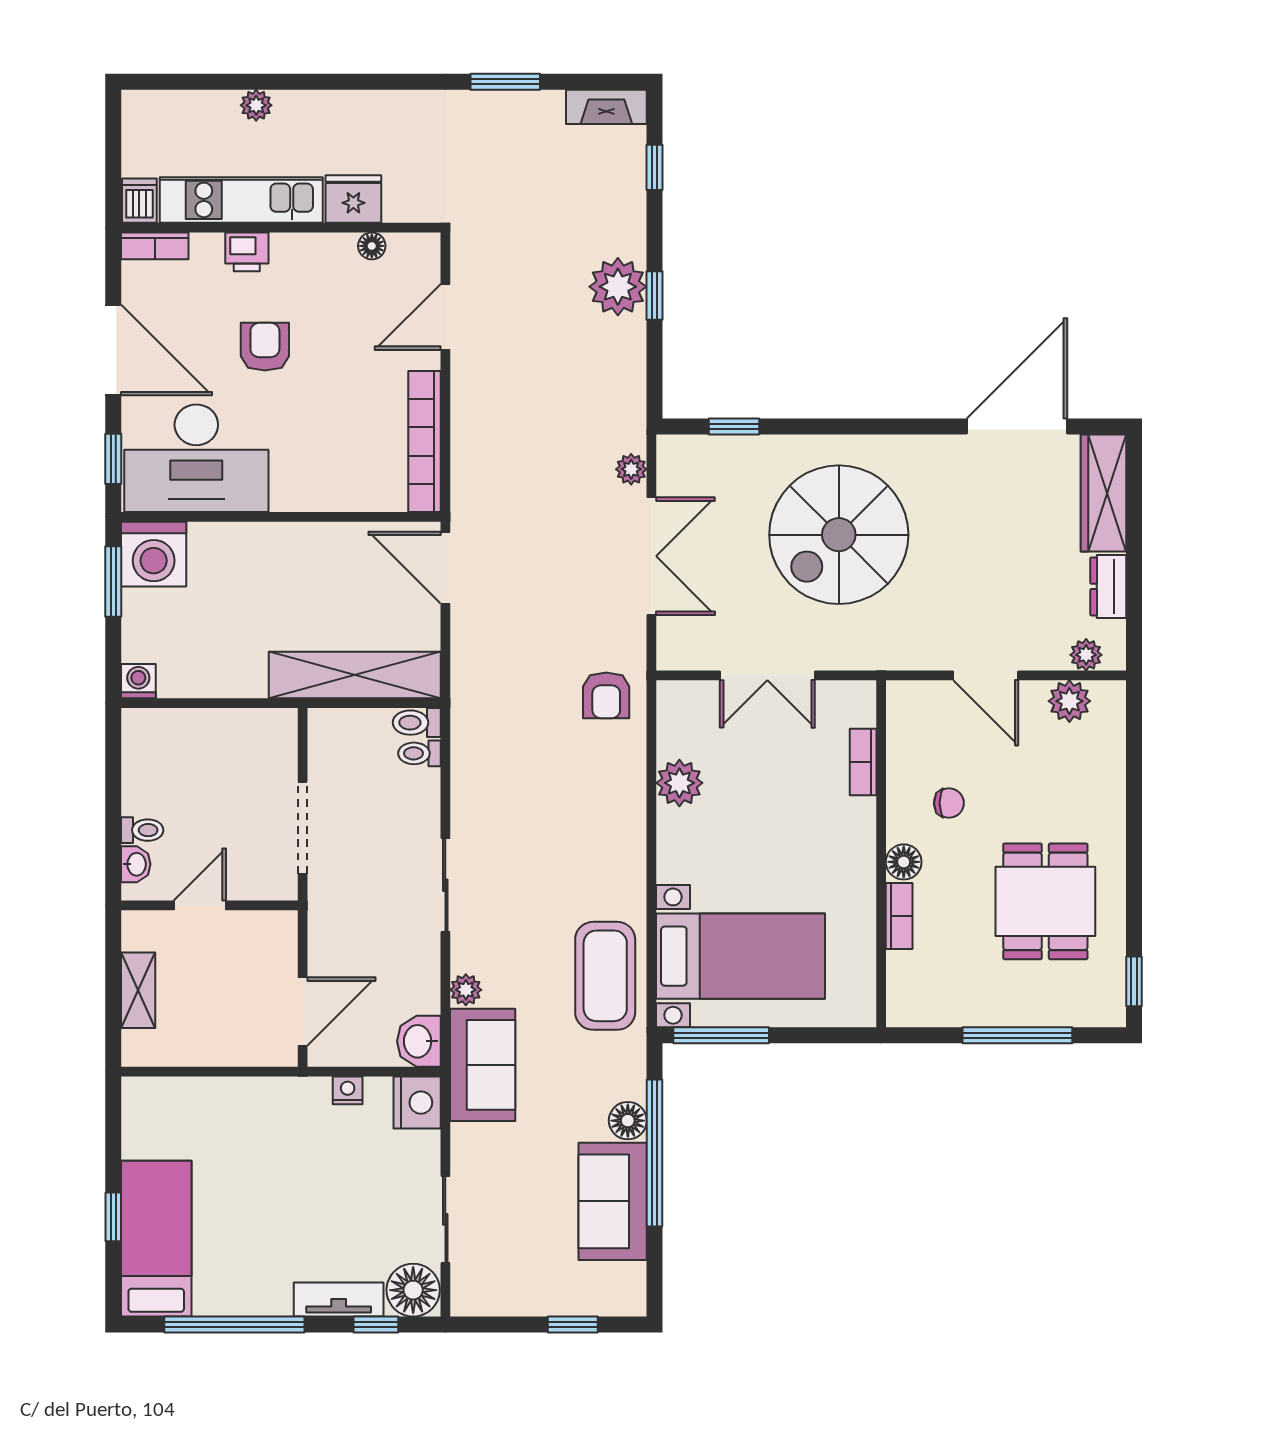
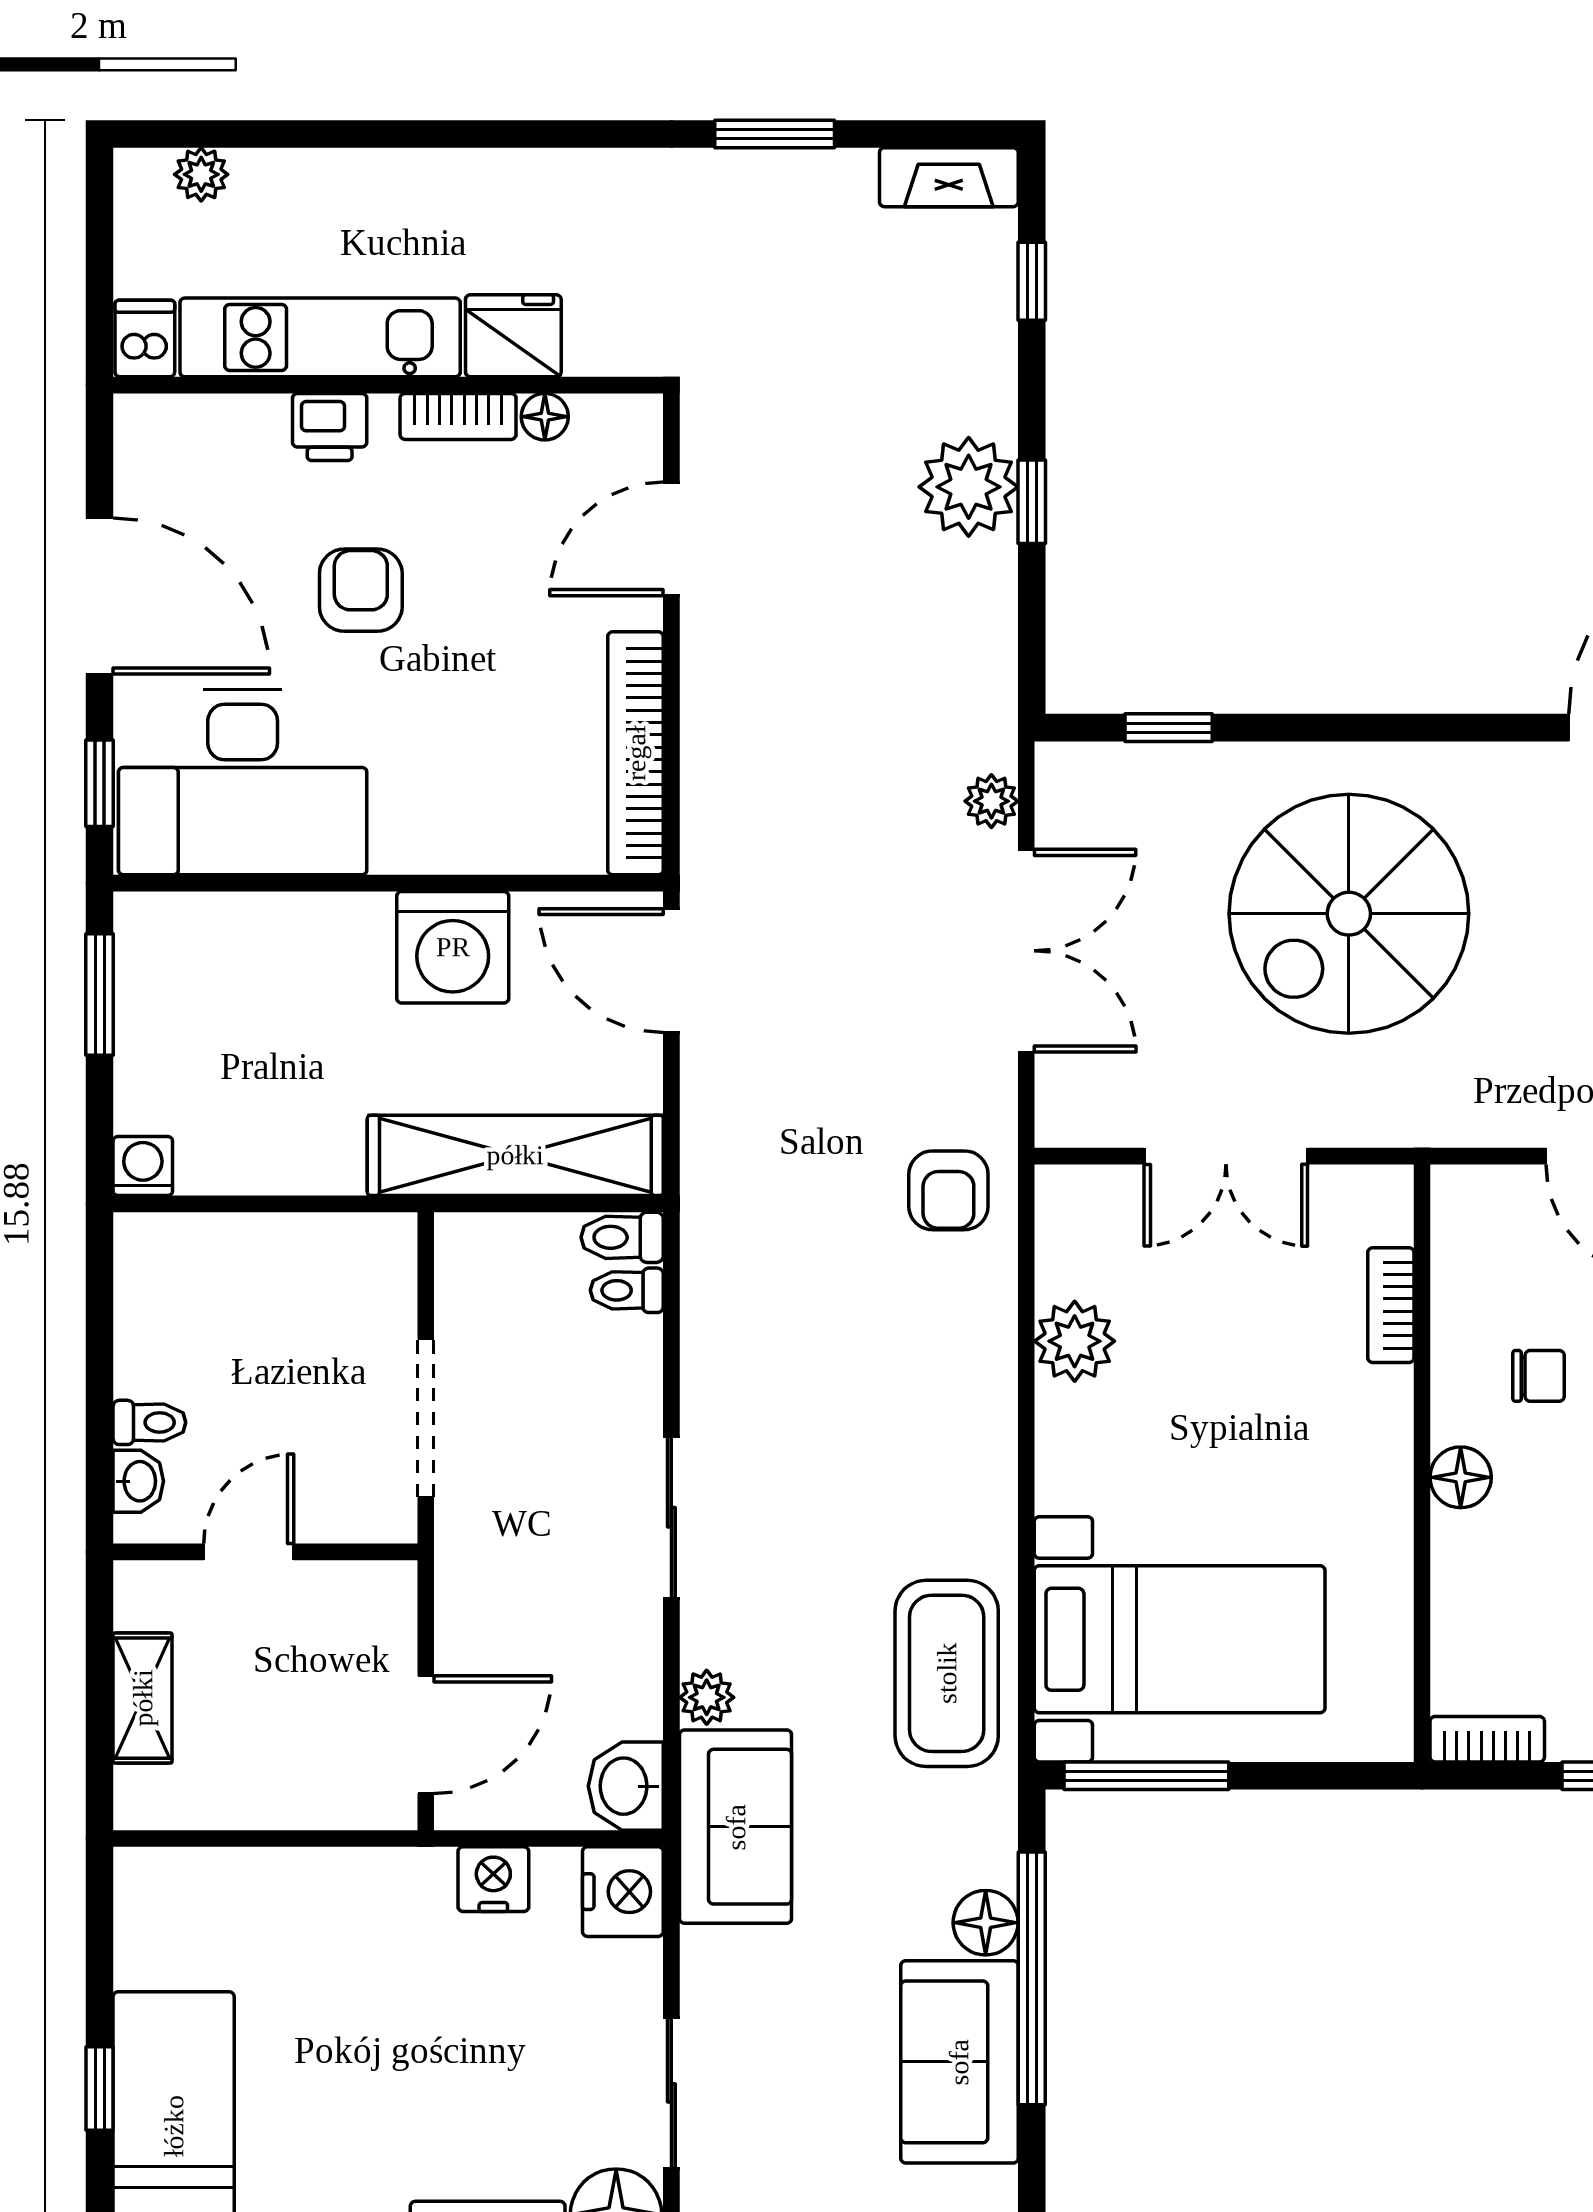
plant: (256, 105) -> (201, 174), moved
bookcase: (155, 246) -> (458, 416), moved
washing machine: (154, 554) -> (453, 947), moved
bookcase: (899, 916) -> (1487, 1739), moved, turned -90
nightstand: (348, 1090) -> (493, 1879), width x1.39, depth x1.35

